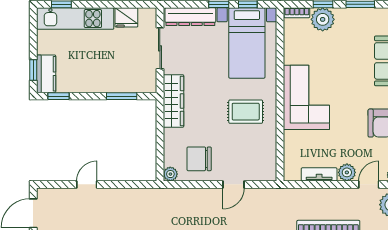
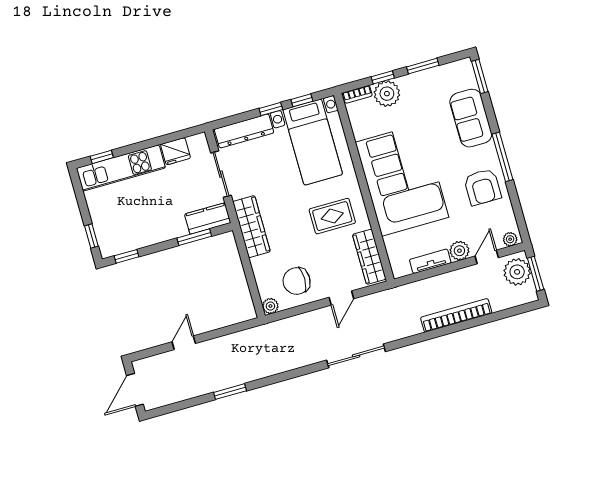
kitchen counter: (46, 74) -> (208, 218), moved, turned -90
corner sofa: (306, 97) -> (402, 180), width x1.36, depth x1.36
wardrobe: (268, 156) -> (369, 257), added

